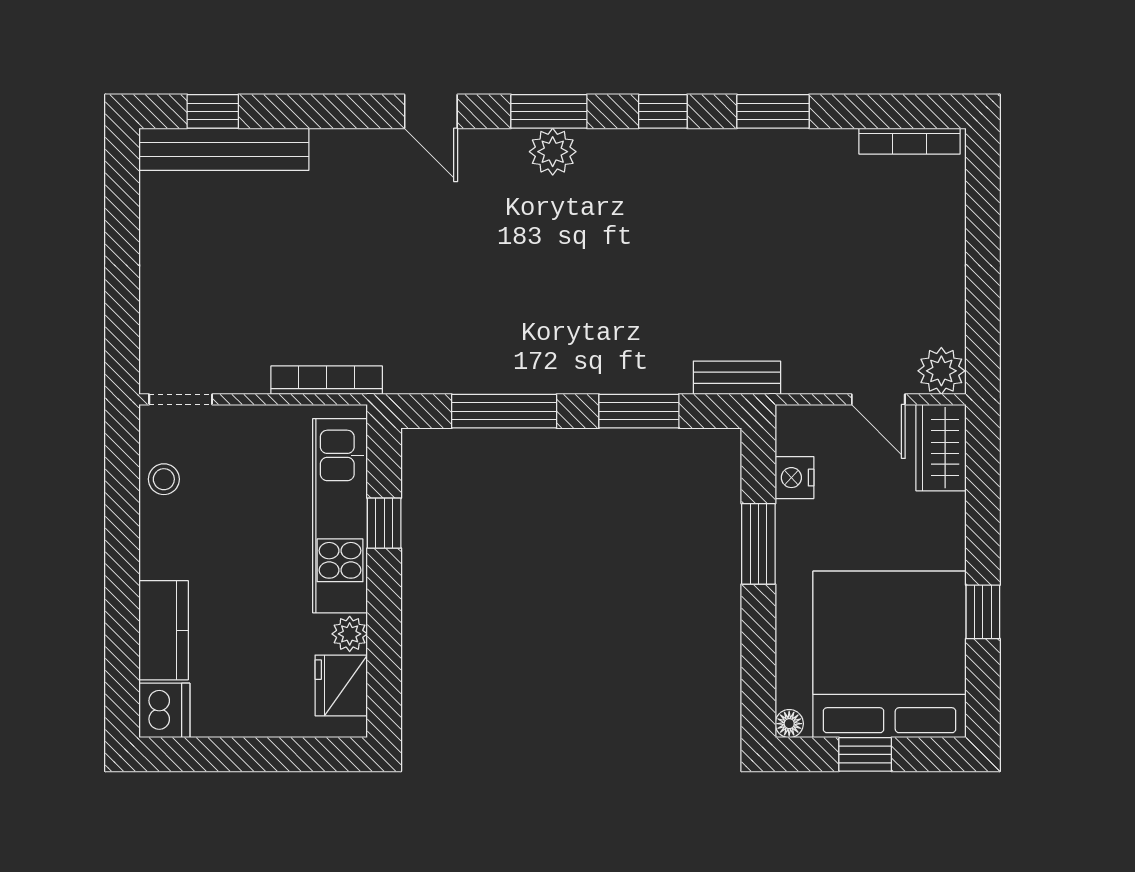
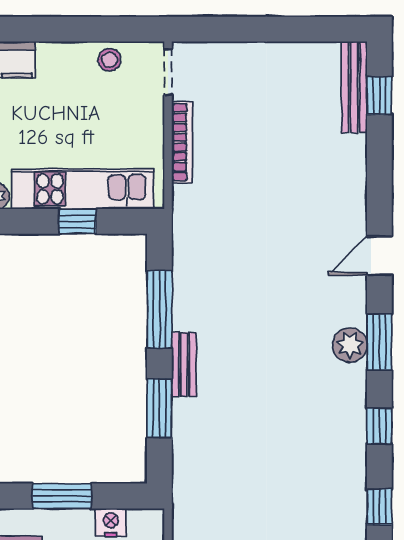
window: (773, 111) -> (379, 507), width x0.67
bench: (224, 149) -> (354, 87), width x0.73, depth x0.82
bench: (737, 378) -> (184, 364), moved
bookcase: (327, 380) -> (182, 142), moved

